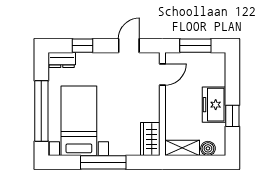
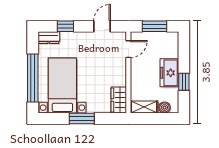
window: (103, 162) -> (82, 119), width x0.69

